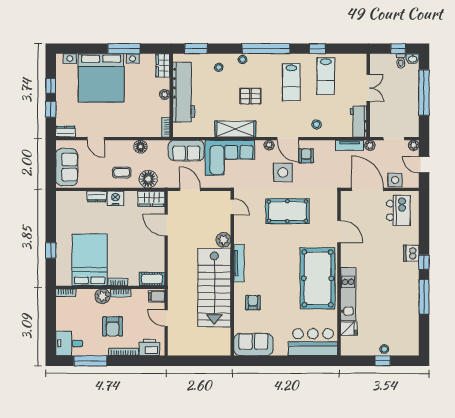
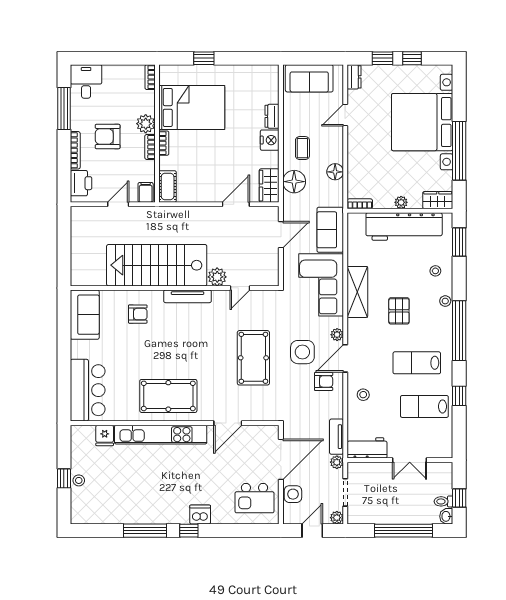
window: (124, 49) -> (459, 151), width x1.46
door: (232, 207) -> (240, 288), moved
pool table: (318, 278) -> (168, 396), width x0.73, depth x0.76
kitchen unit: (348, 294) -> (161, 435), width x1.36

